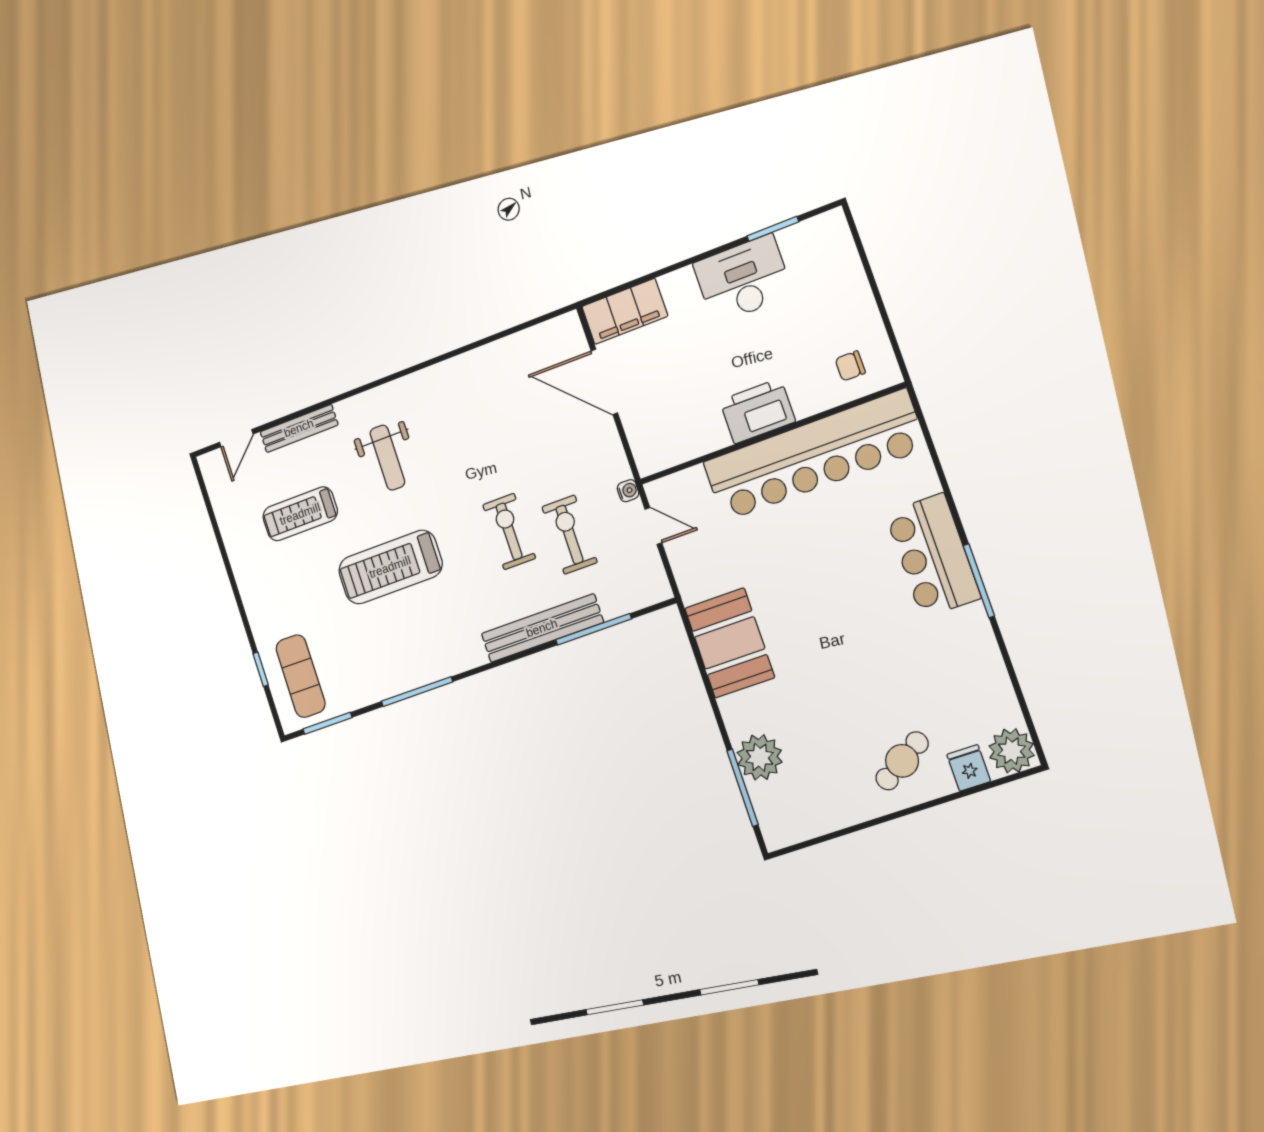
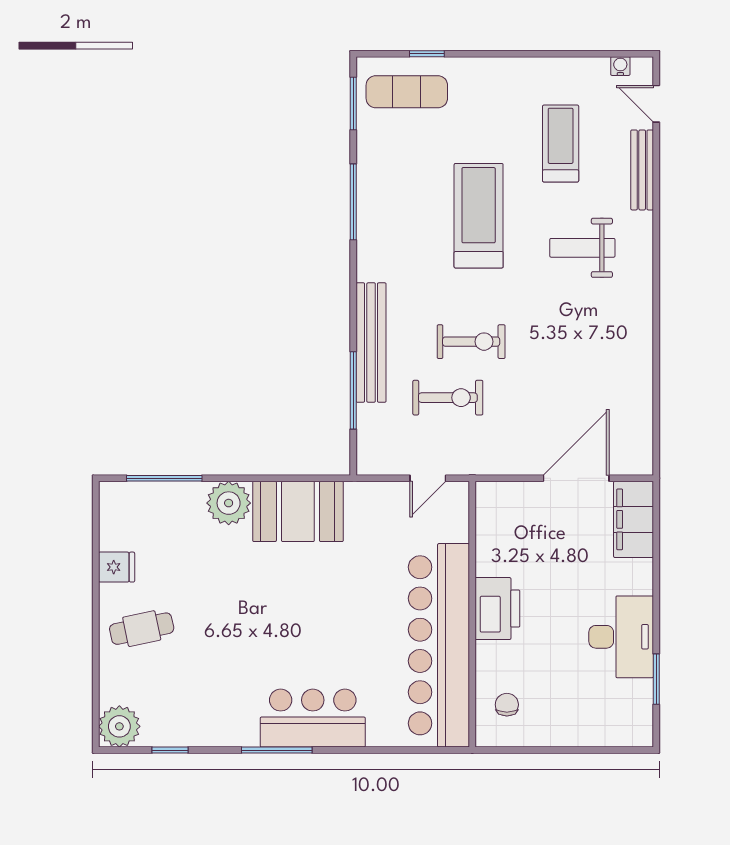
water cooler: (628, 491) -> (620, 66), moved, turned 180
window: (1018, 690) -> (170, 750), added
plant: (760, 757) -> (229, 503), moved
cafe table: (902, 761) -> (142, 629), turned -70
fridge: (969, 768) -> (117, 567), moved

